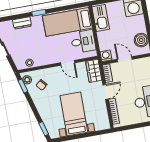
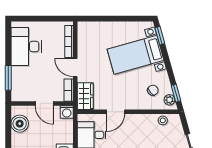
door: (68, 63) -> (116, 112), swing flipped
door: (106, 92) -> (75, 67), hinge flipped
bed with nightstands: (74, 114) -> (135, 55), moved, turned 74

